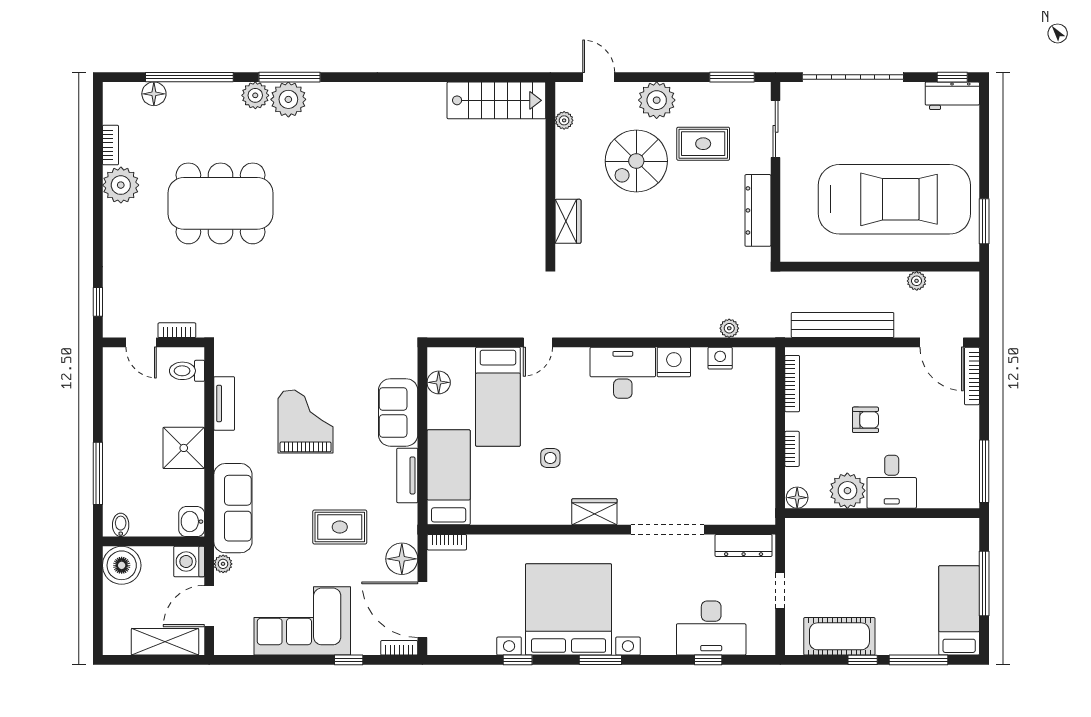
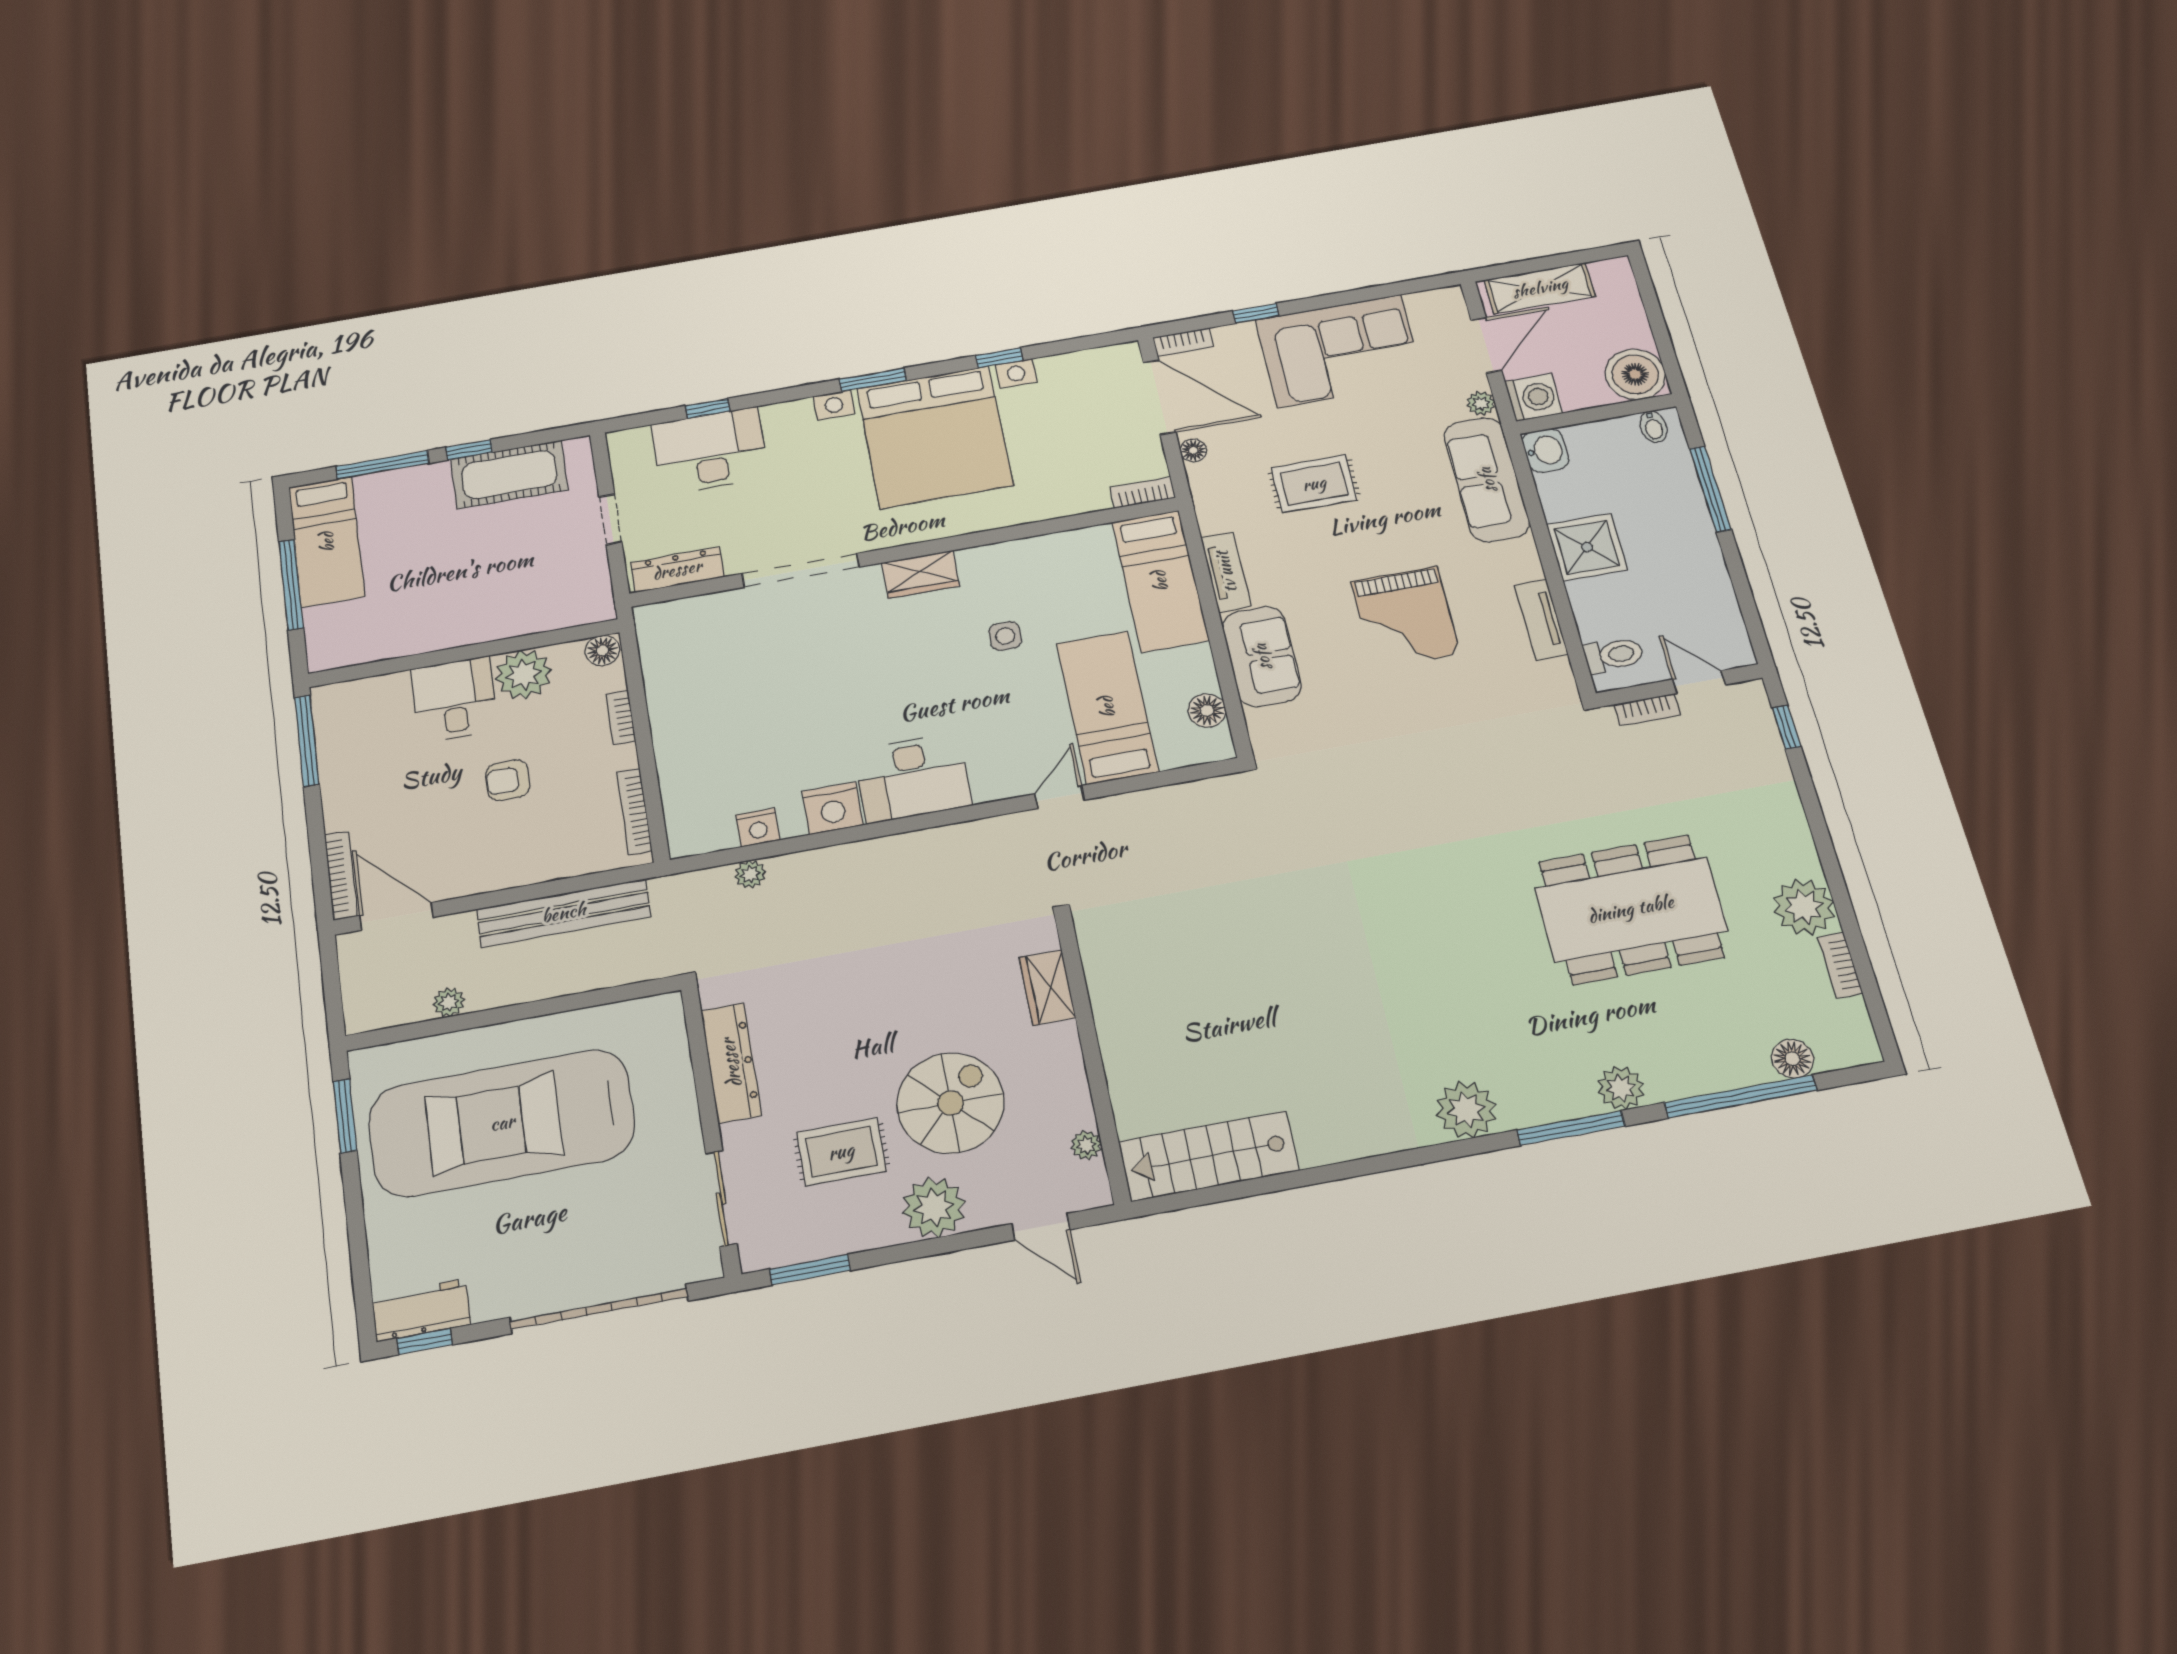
plant: (288, 99) -> (1466, 1110), moved
floor lamp: (402, 559) -> (1193, 450), width x0.53, depth x0.53

